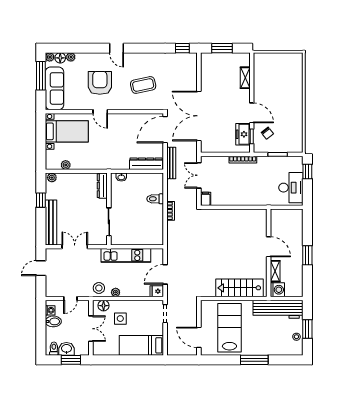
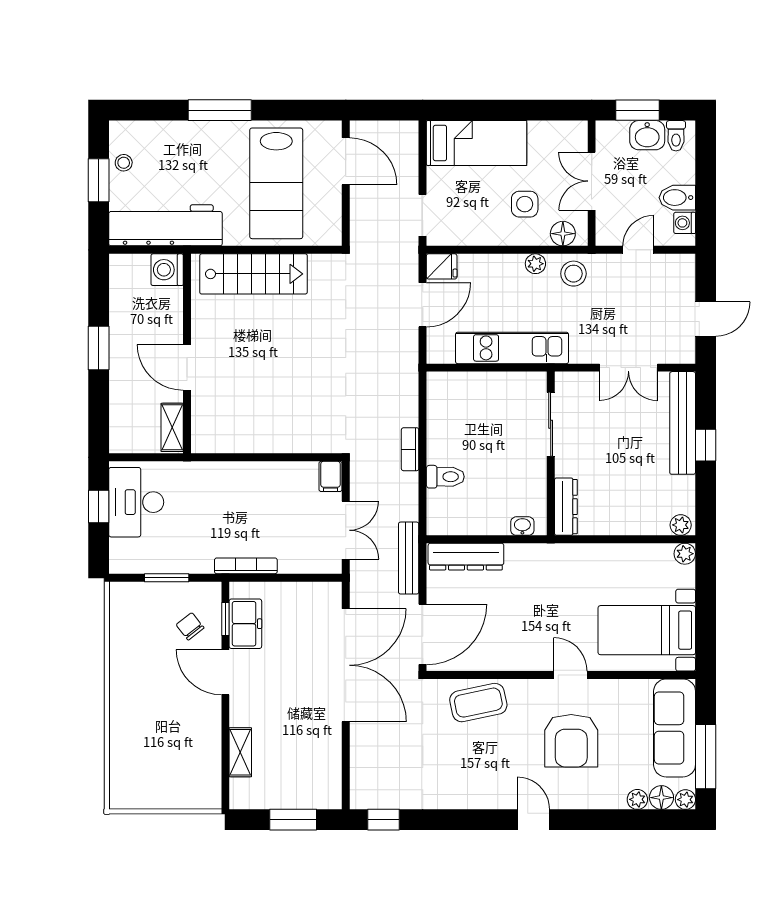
coffee table: (143, 85) -> (478, 703), moved
plant: (66, 165) -> (685, 554), moved
window: (307, 171) -> (99, 506), moved
window: (41, 200) -> (706, 445), moved
shelving: (275, 271) -> (172, 427), moved

